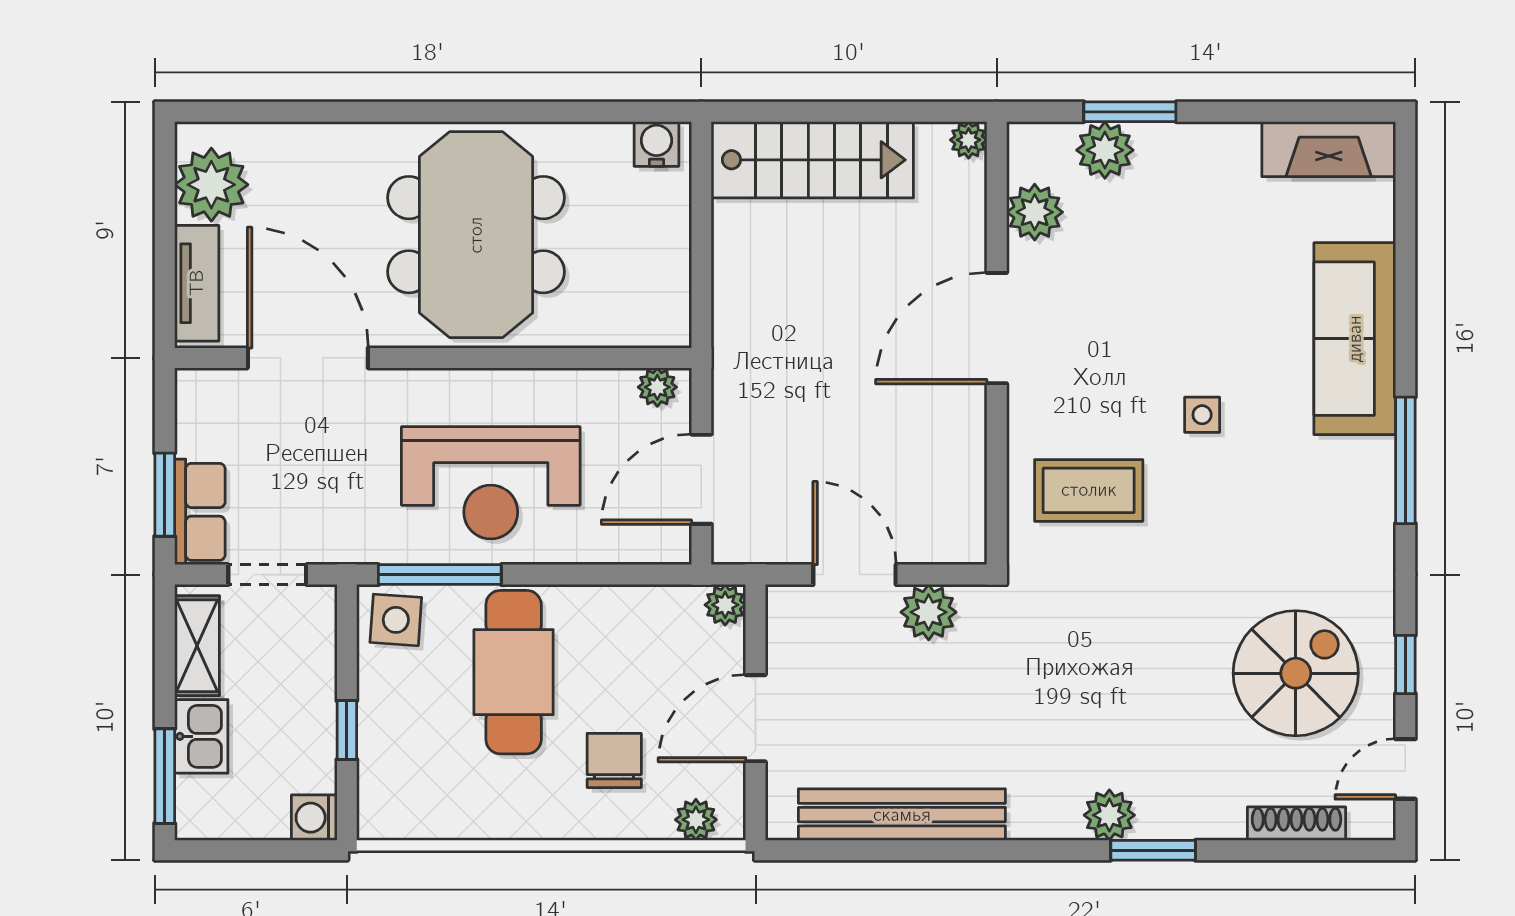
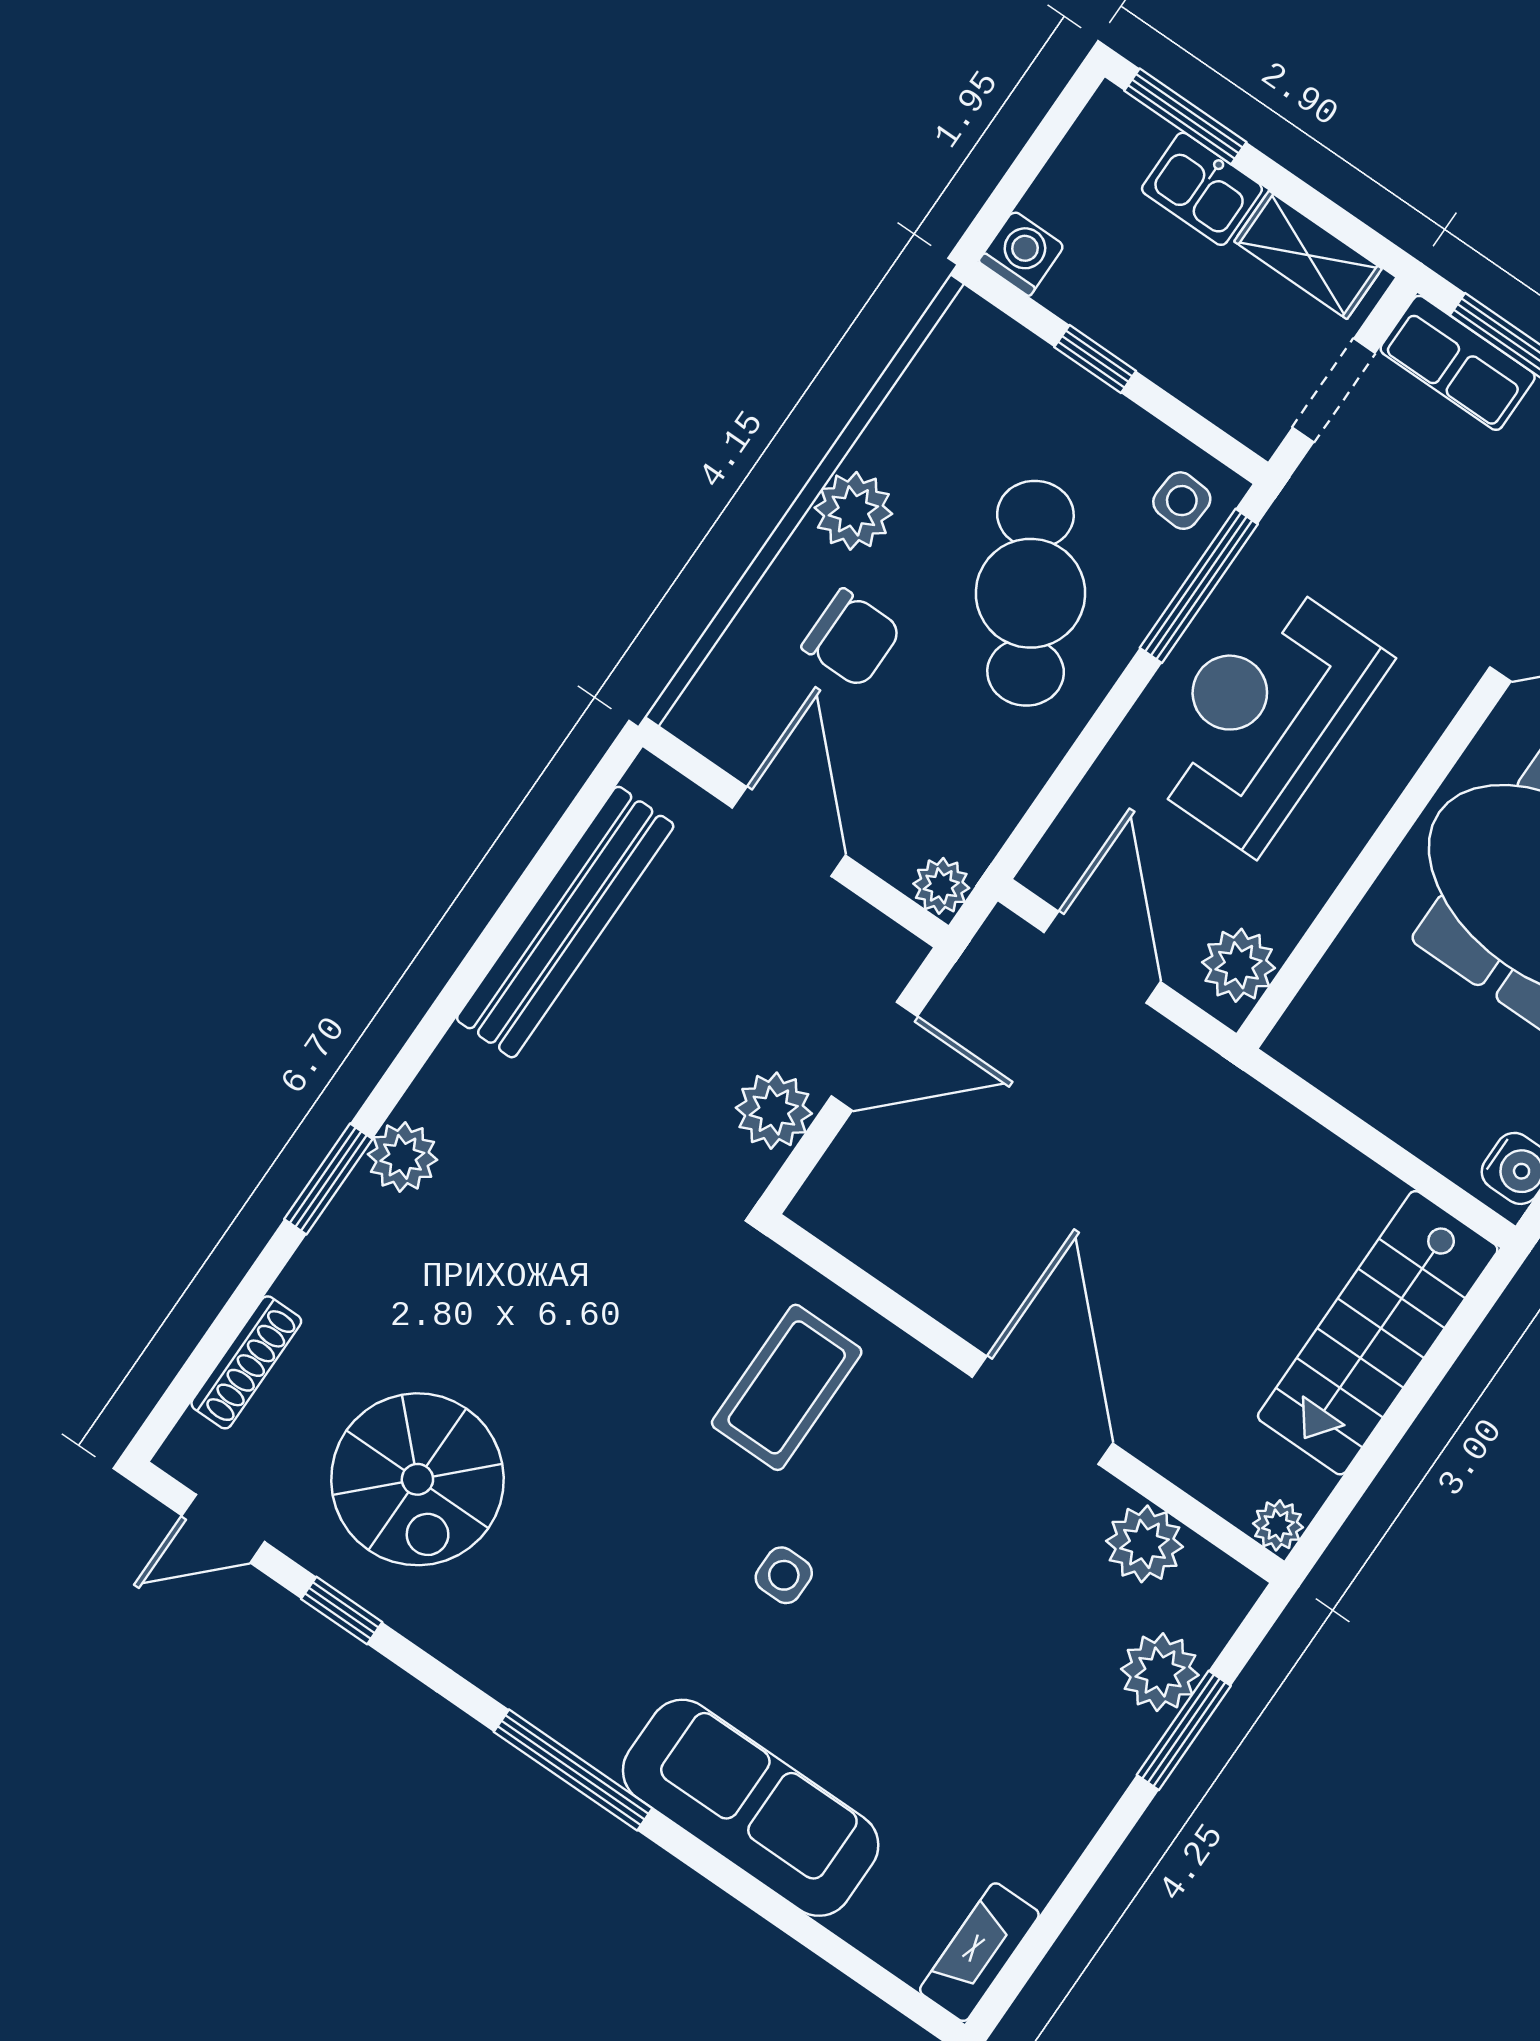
fireplace: (1329, 149) -> (979, 1952), width x0.73, depth x0.76
plant: (657, 387) -> (1239, 965), width x1.38, depth x1.38
side table: (396, 620) -> (1182, 501), width x0.73, depth x0.73
cafe table: (514, 672) -> (1030, 593), turned 59
door: (1405, 769) -> (223, 1529), swing flipped
plant: (696, 820) -> (853, 511), moved, width x1.38, depth x1.38

